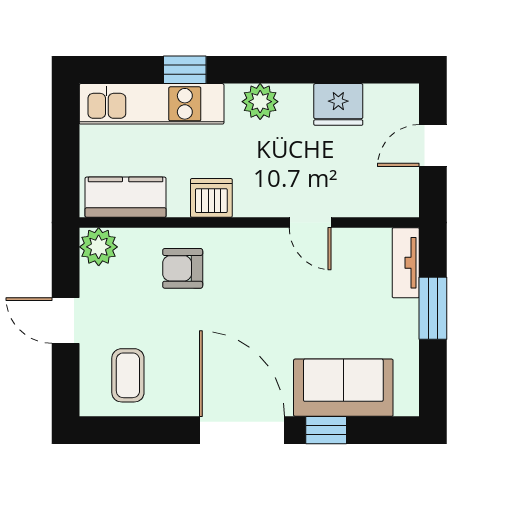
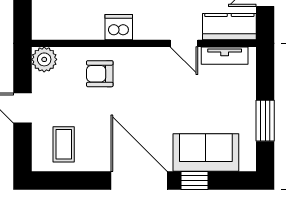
kitchen counter: (126, 197) -> (229, 27), moved
tv unit: (406, 263) -> (225, 56), moved, turned -90
window: (433, 308) -> (265, 121), moved

